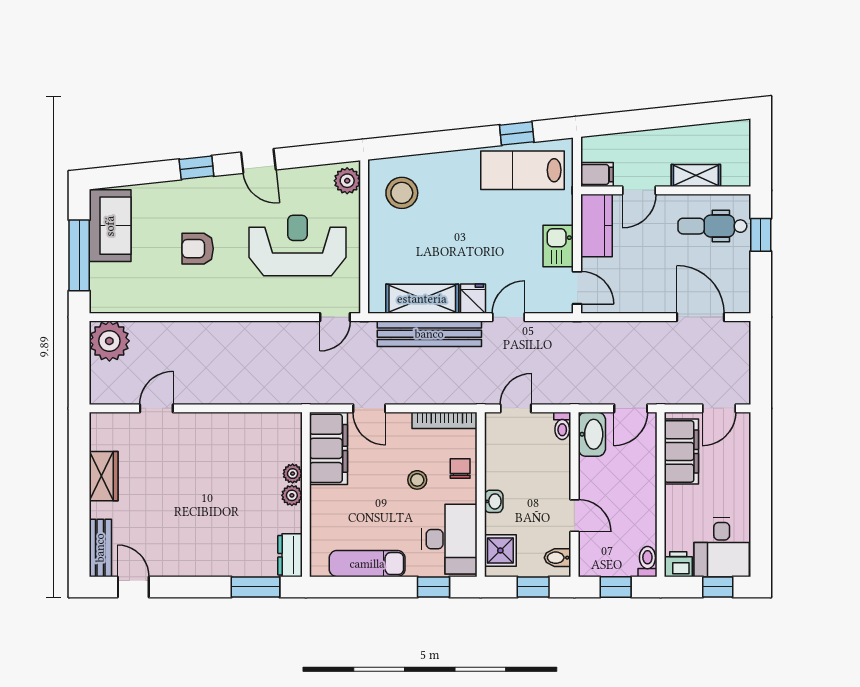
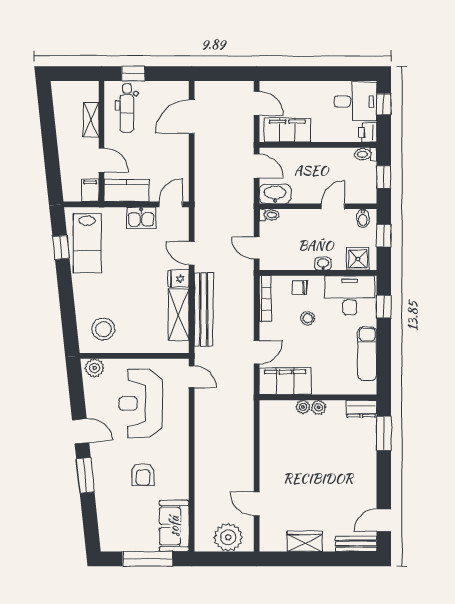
door: (258, 161) -> (81, 431), hinge flipped
window: (196, 168) -> (85, 475), width x1.50
sofa: (110, 226) -> (174, 526), moved, turned -90
plant: (109, 341) -> (228, 537), moved

